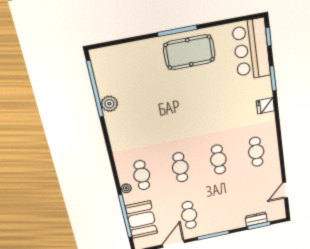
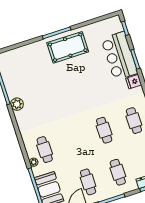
bar counter: (251, 50) -> (119, 56), moved
plant: (109, 104) -> (17, 104), moved
cafe table: (180, 167) -> (118, 172), moved

